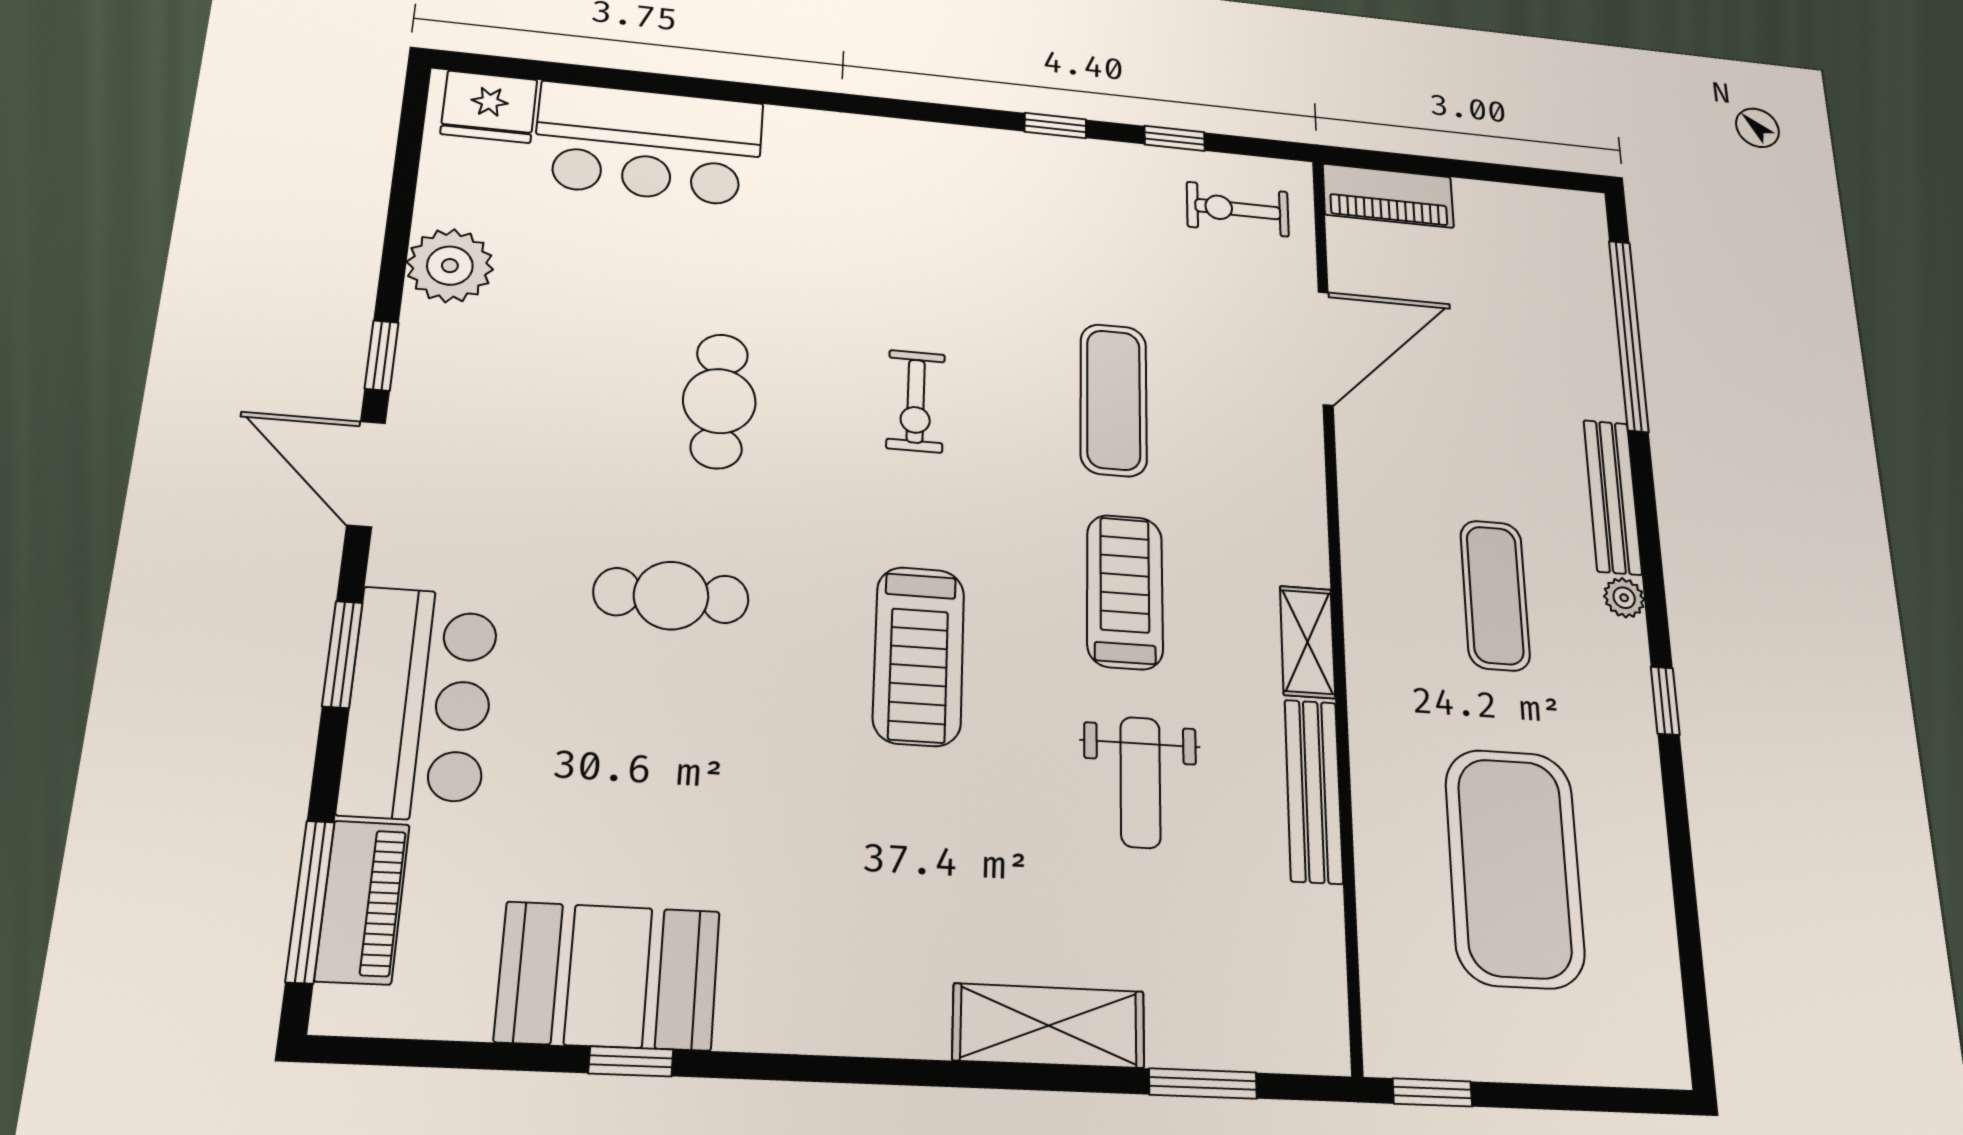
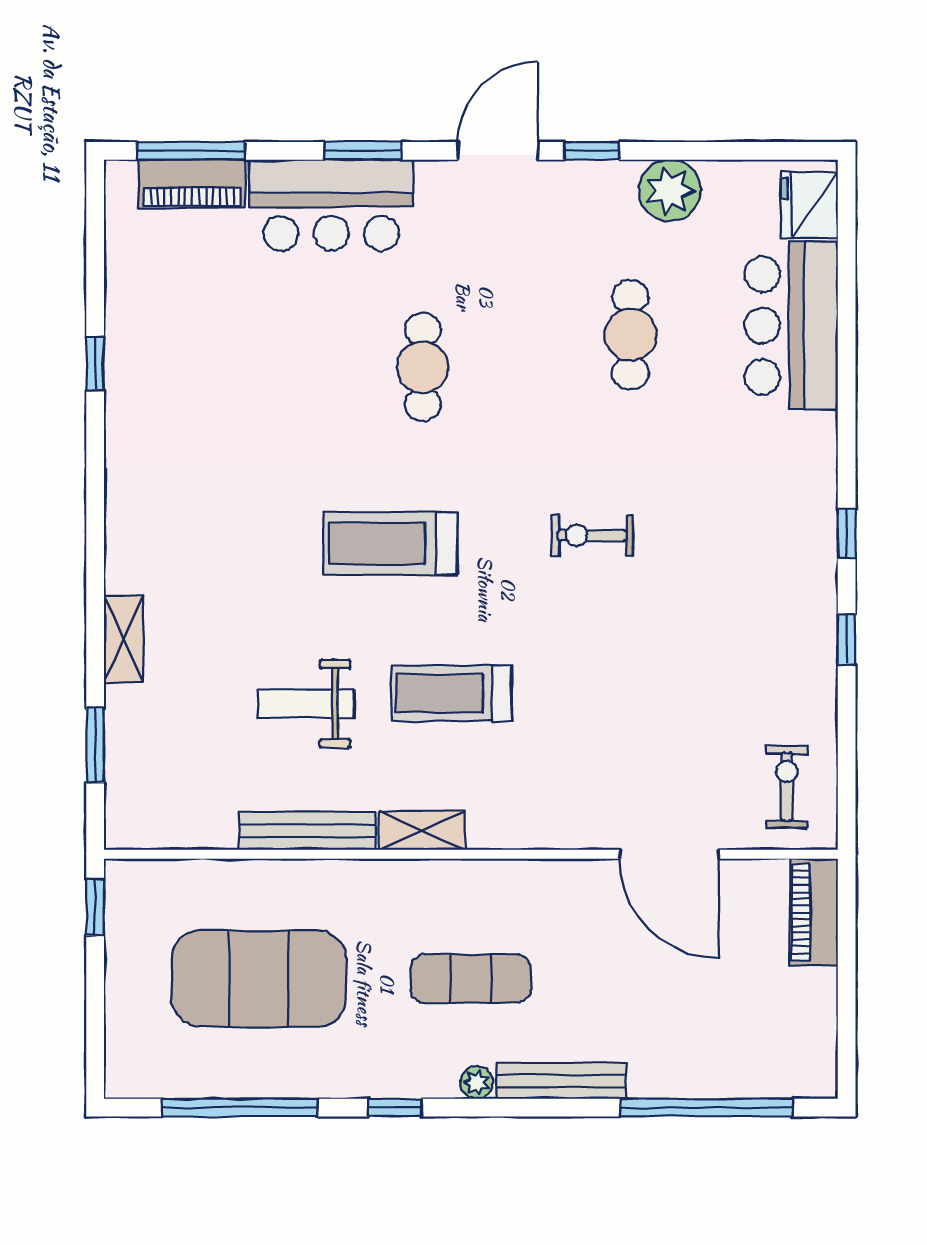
window: (1175, 138) -> (847, 534), moved
exercise mat: (1114, 400) -> (608, 686), removed
cafe table: (719, 401) -> (630, 335), moved, turned 90
treadmill: (1125, 592) -> (451, 693), turned 180
window: (1685, 903) -> (240, 1108), added
booth: (608, 976) -> (151, 345), removed
shelving: (1049, 1026) -> (124, 639), width x0.67, depth x0.75

